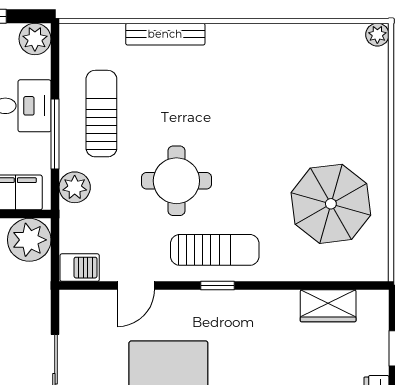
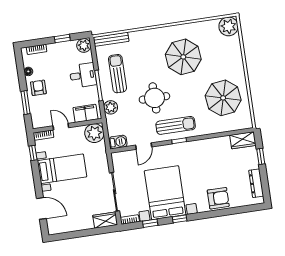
bench: (165, 34) -> (111, 39), moved
plant: (377, 35) -> (229, 26), width x1.88, depth x1.88
parasol: (255, 98) -> (183, 57), added
wardrobe: (328, 306) -> (243, 140), moved

